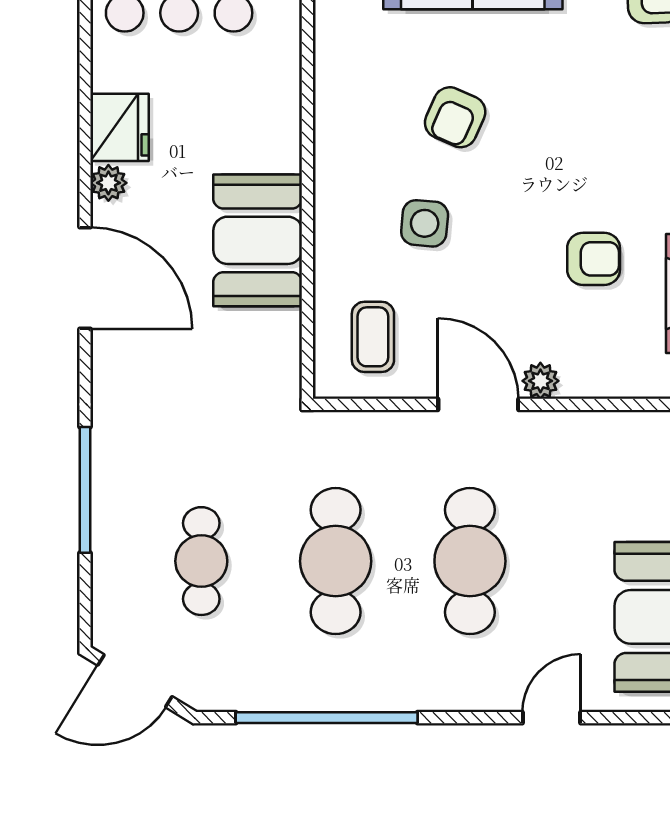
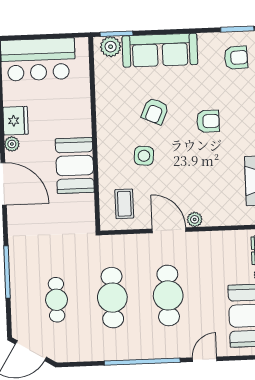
armchair: (594, 259) -> (208, 121), moved
window: (327, 718) -> (142, 362), moved

